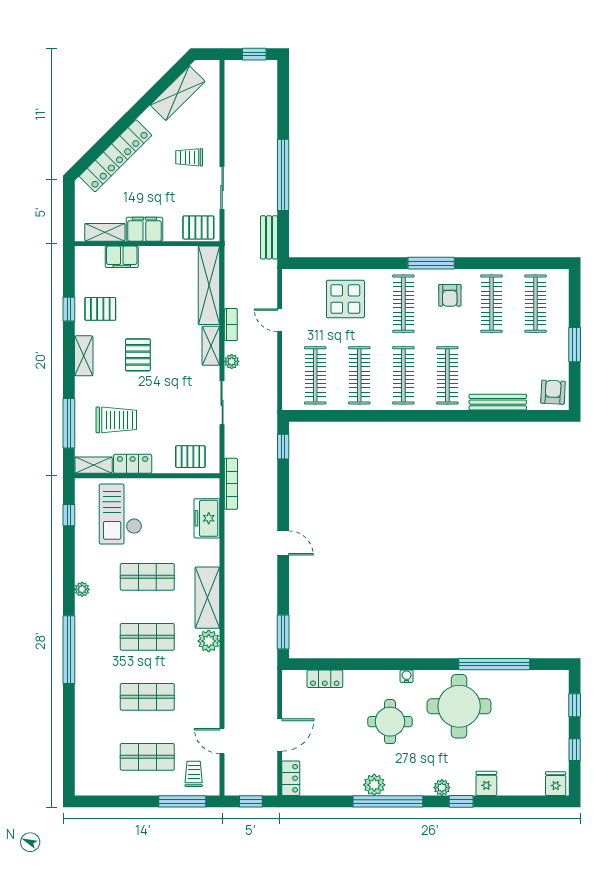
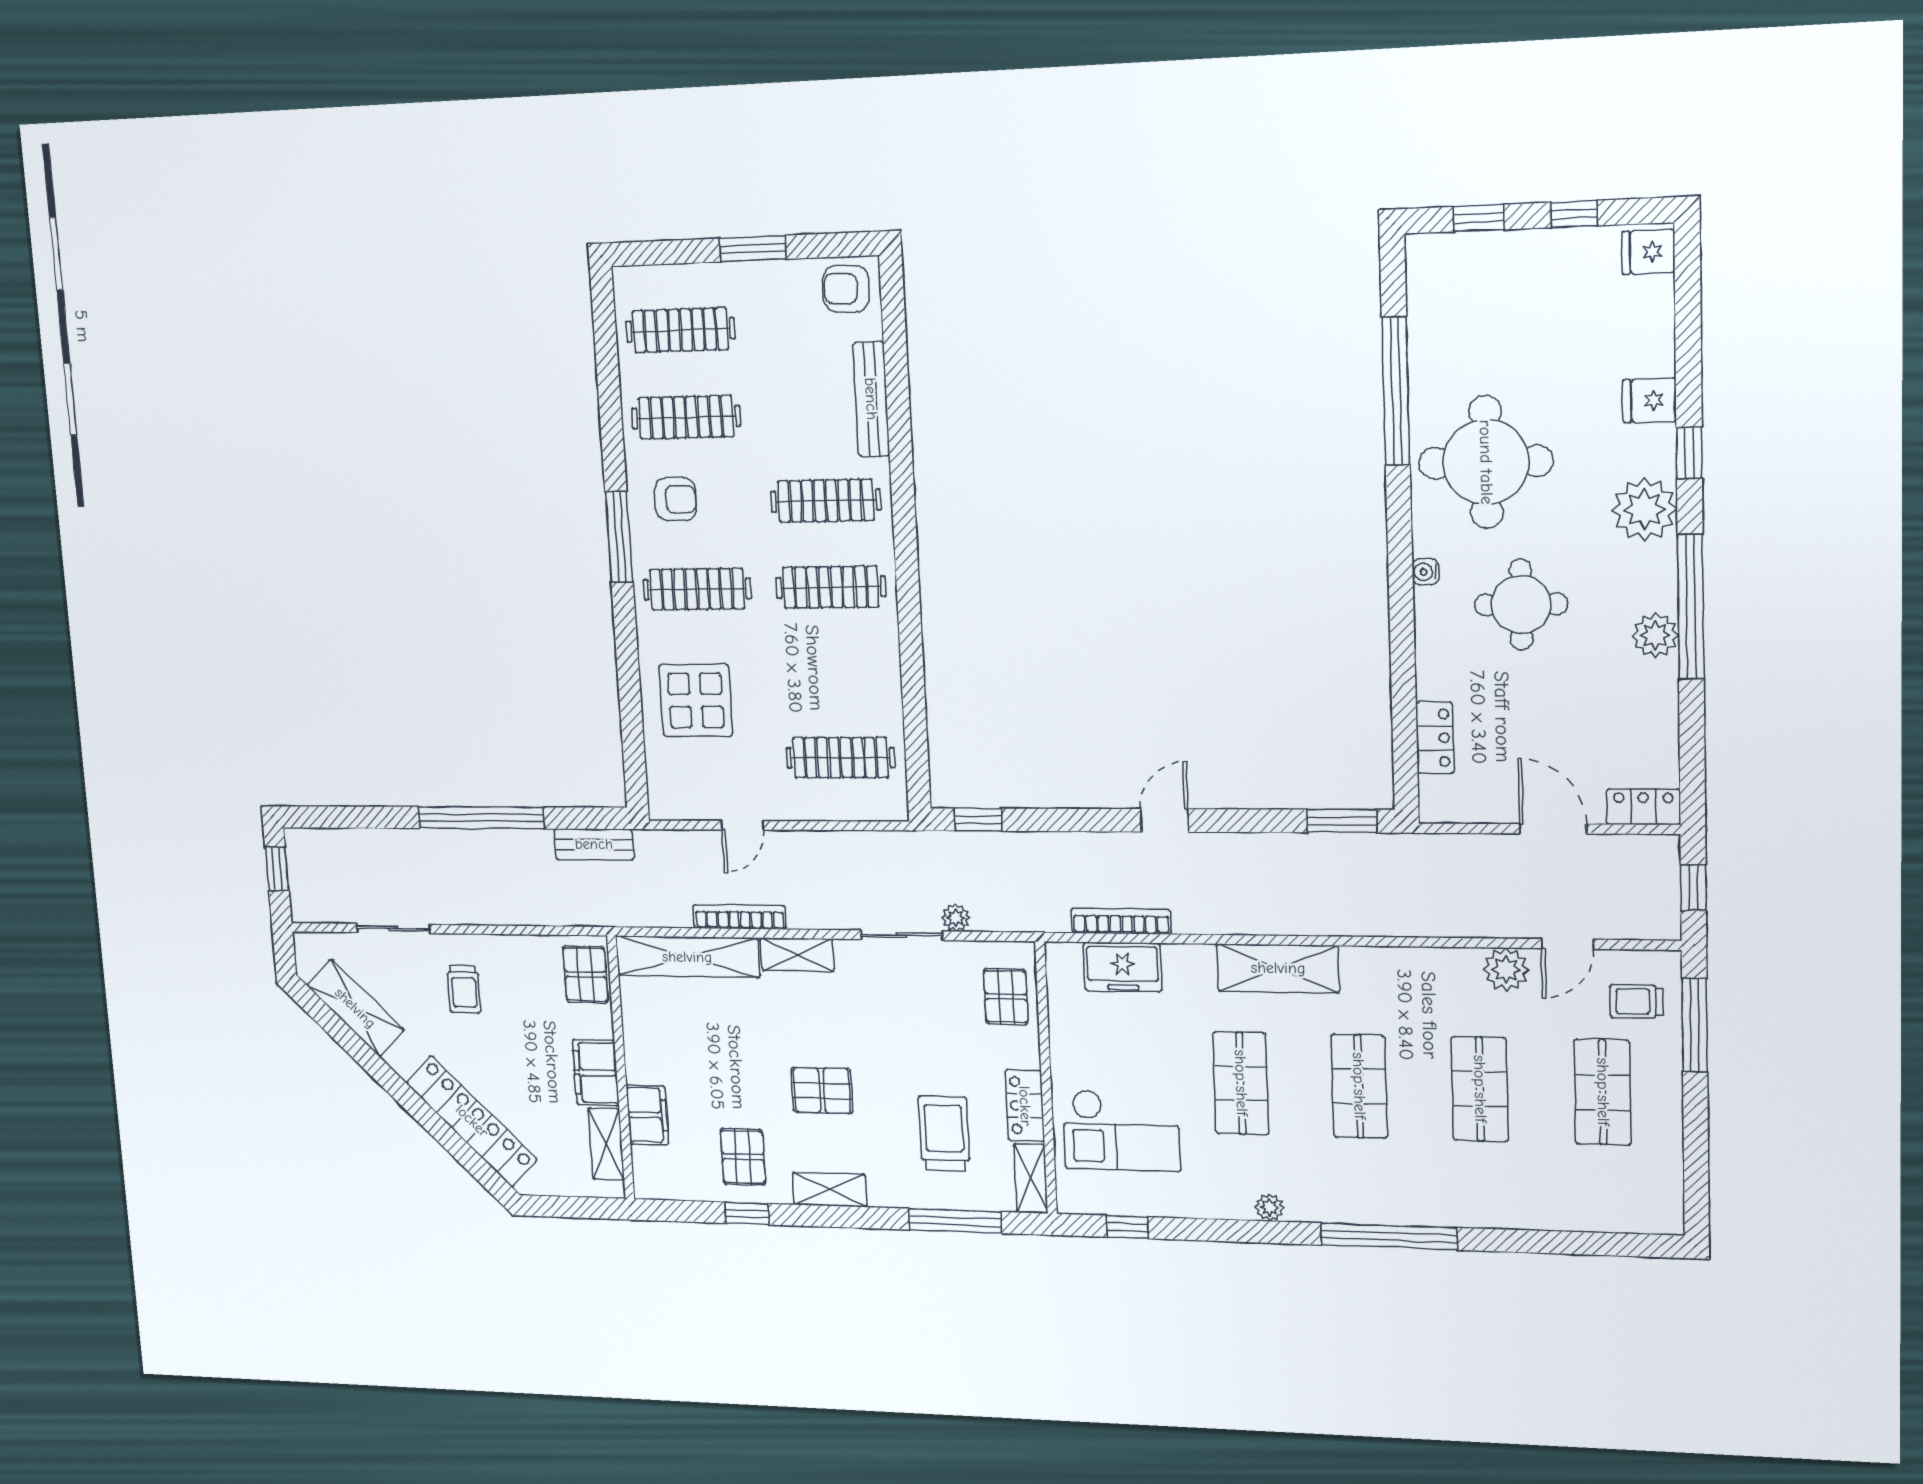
sliding door: (222, 188) -> (393, 929), moved
bookcase: (231, 325) -> (740, 917), width x1.56
plant: (232, 361) -> (956, 918), moved
clothes rail: (359, 375) -> (836, 673), removed
bookcase: (231, 484) -> (1121, 921), moved
plant: (209, 641) -> (1506, 970), moved
plant: (442, 788) -> (1644, 510), width x1.87, depth x1.87

